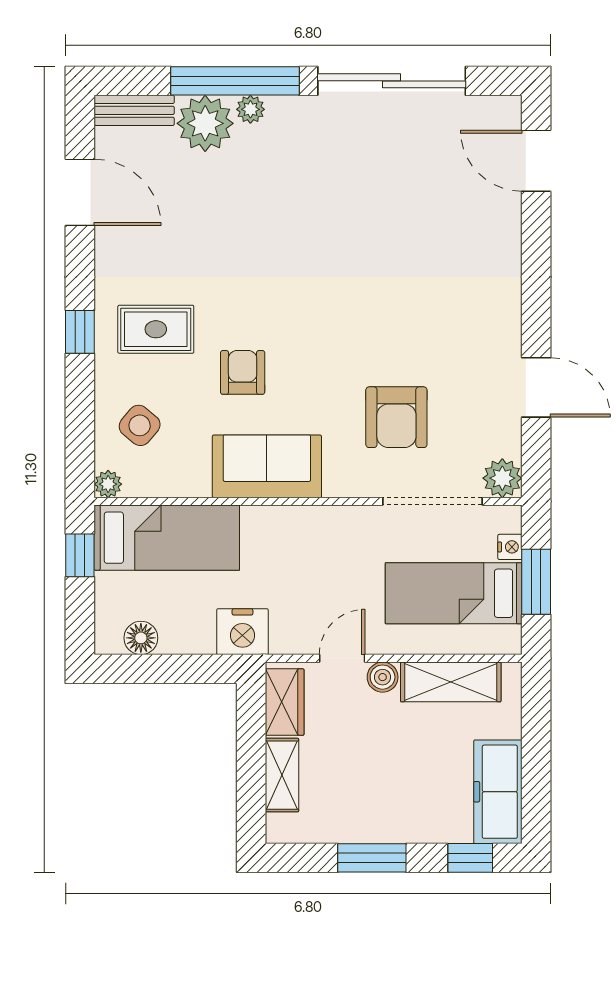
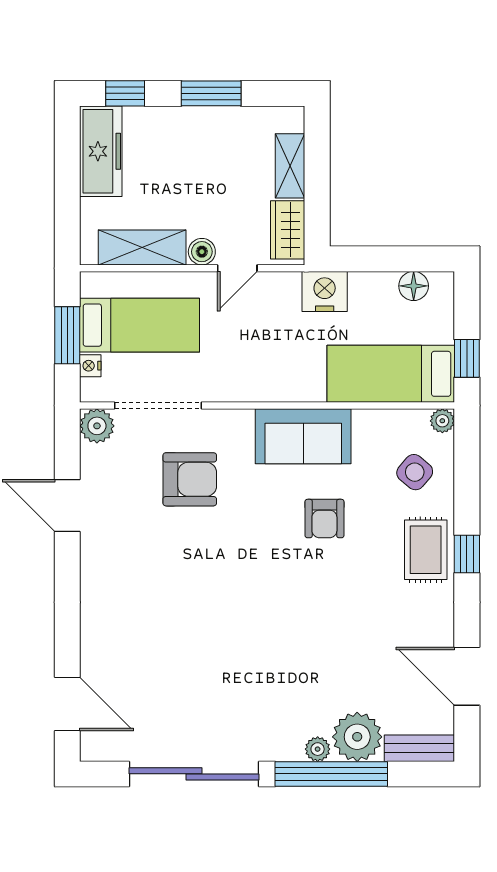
rug: (156, 329) -> (426, 550), moved, turned 90
armchair: (396, 417) -> (190, 479), turned 90

